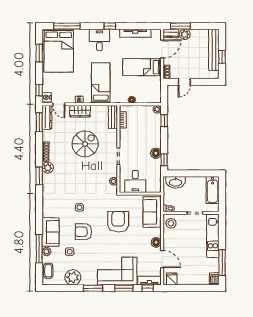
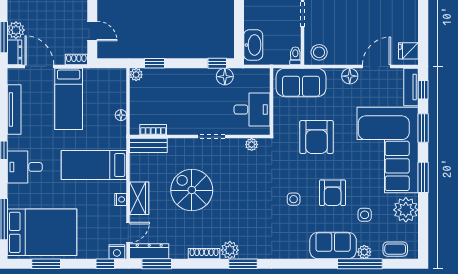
floor lamp: (156, 153) -> (225, 77), moved
armchair: (118, 222) -> (316, 137), turned -90
corner sofa: (117, 271) -> (388, 150), width x1.36, depth x1.36

